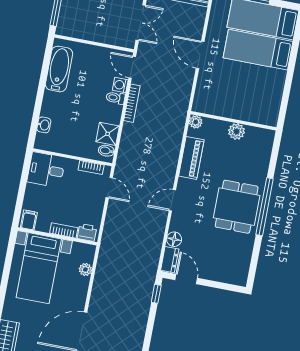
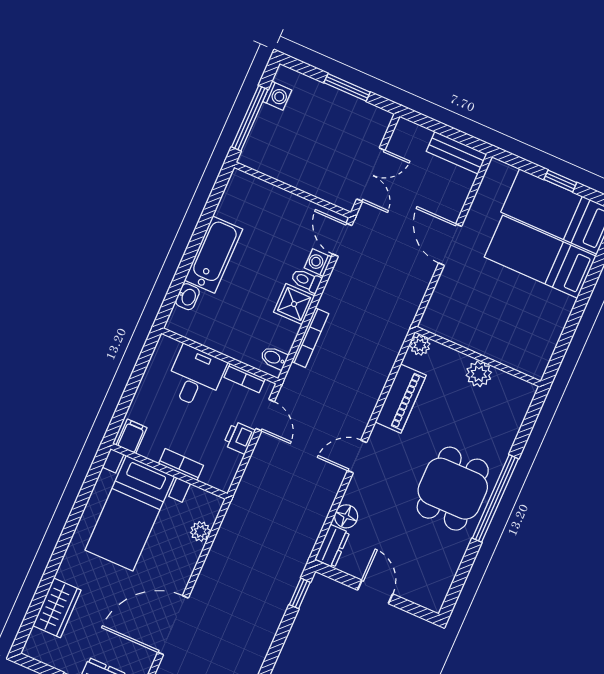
bathtub: (59, 69) -> (214, 255), moved
bookcase: (132, 103) -> (310, 338), moved
shower: (108, 134) -> (294, 304), moved
desk: (46, 170) -> (195, 377), moved, turned 90
printer: (87, 232) -> (239, 438), moved, turned -90
door: (186, 279) -> (375, 592), moved

